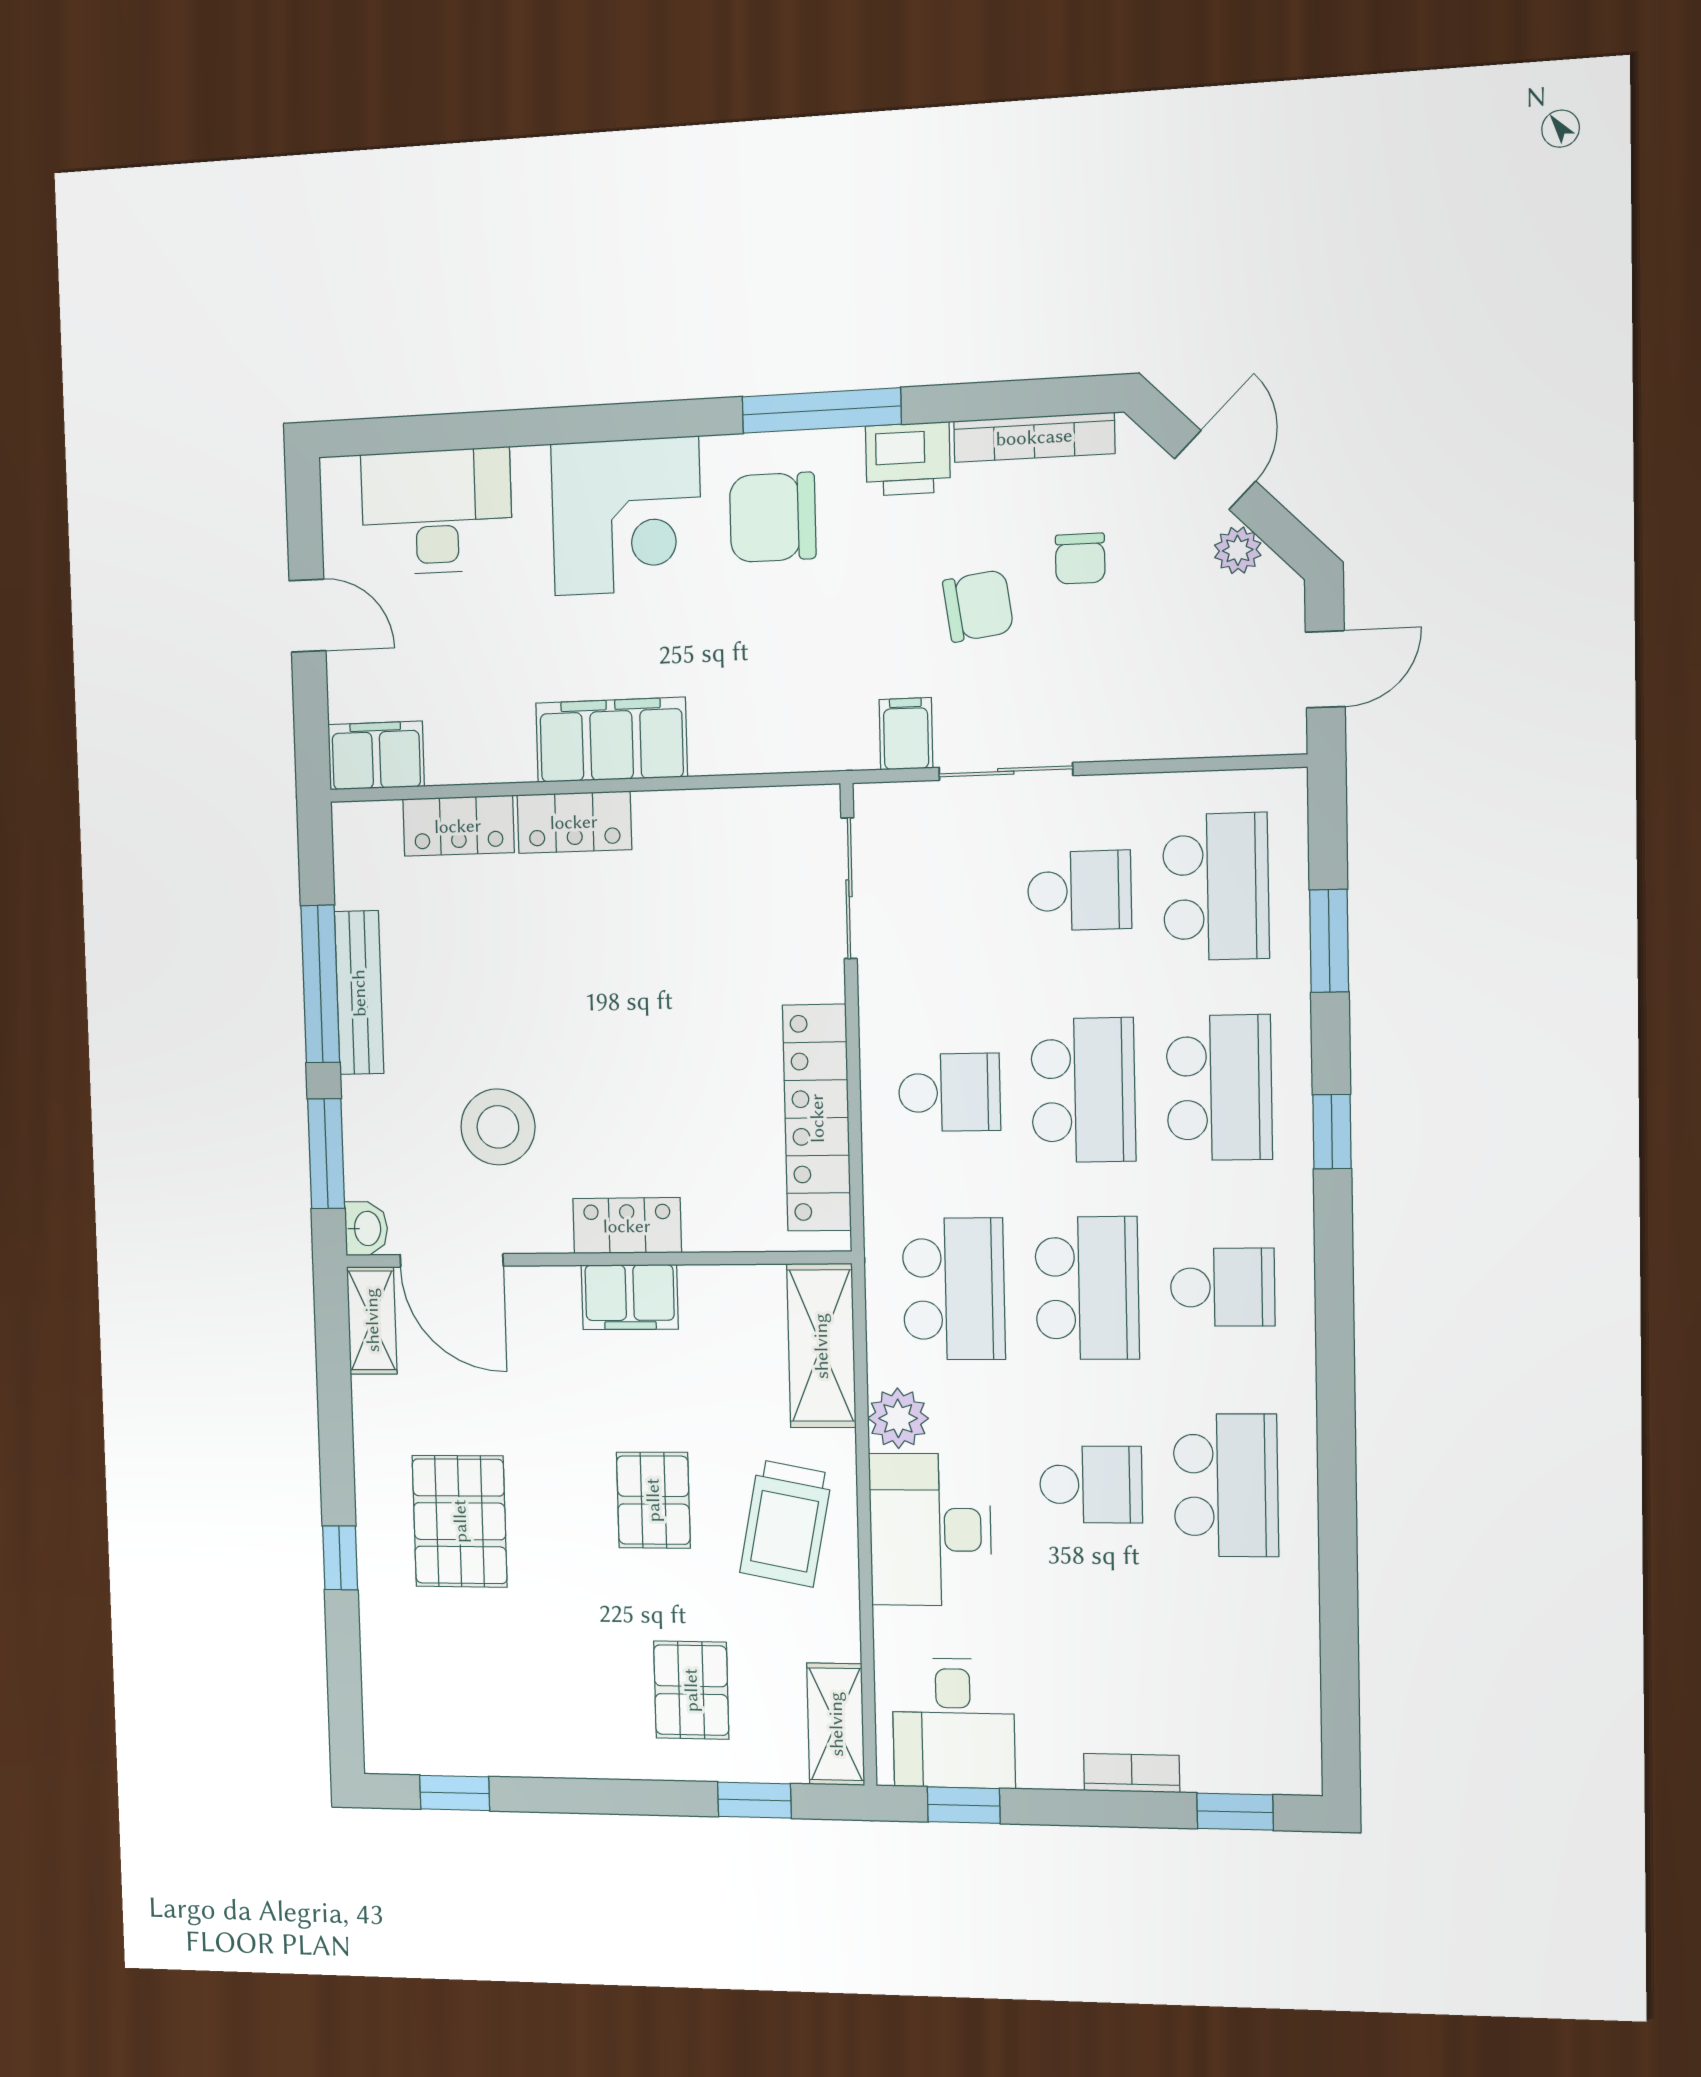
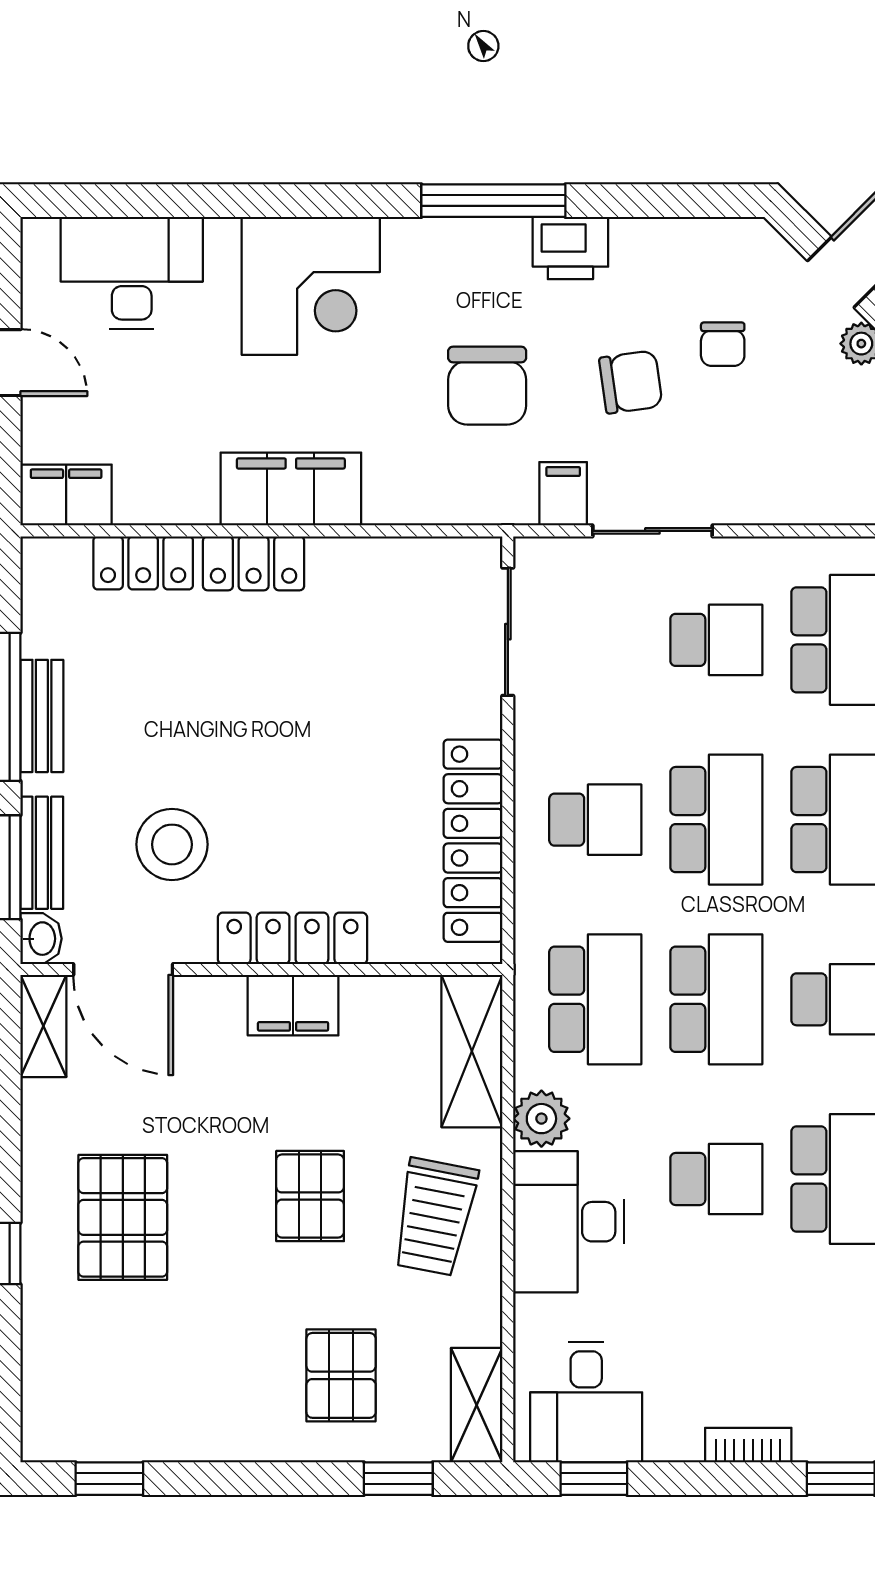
bookcase: (1034, 437) -> (684, 235), removed
chair: (773, 517) -> (487, 386), moved, turned -90
bench: (359, 993) -> (42, 716), width x0.73
bench: (364, 1138) -> (42, 853), added
locker: (627, 1226) -> (292, 938), width x1.53

